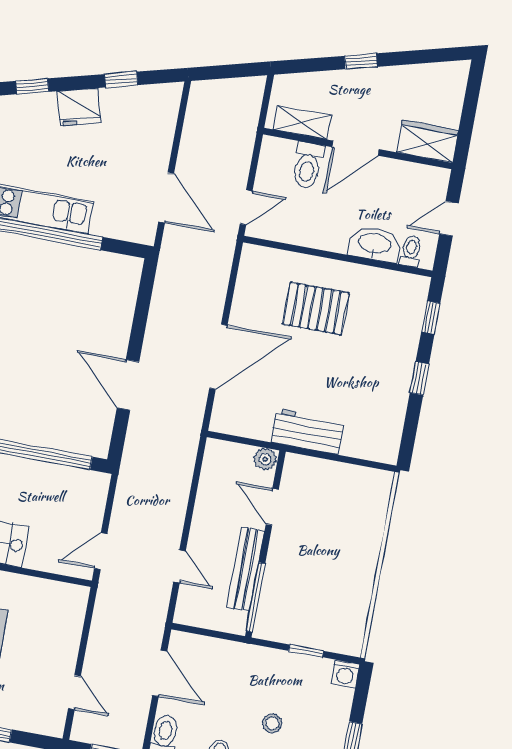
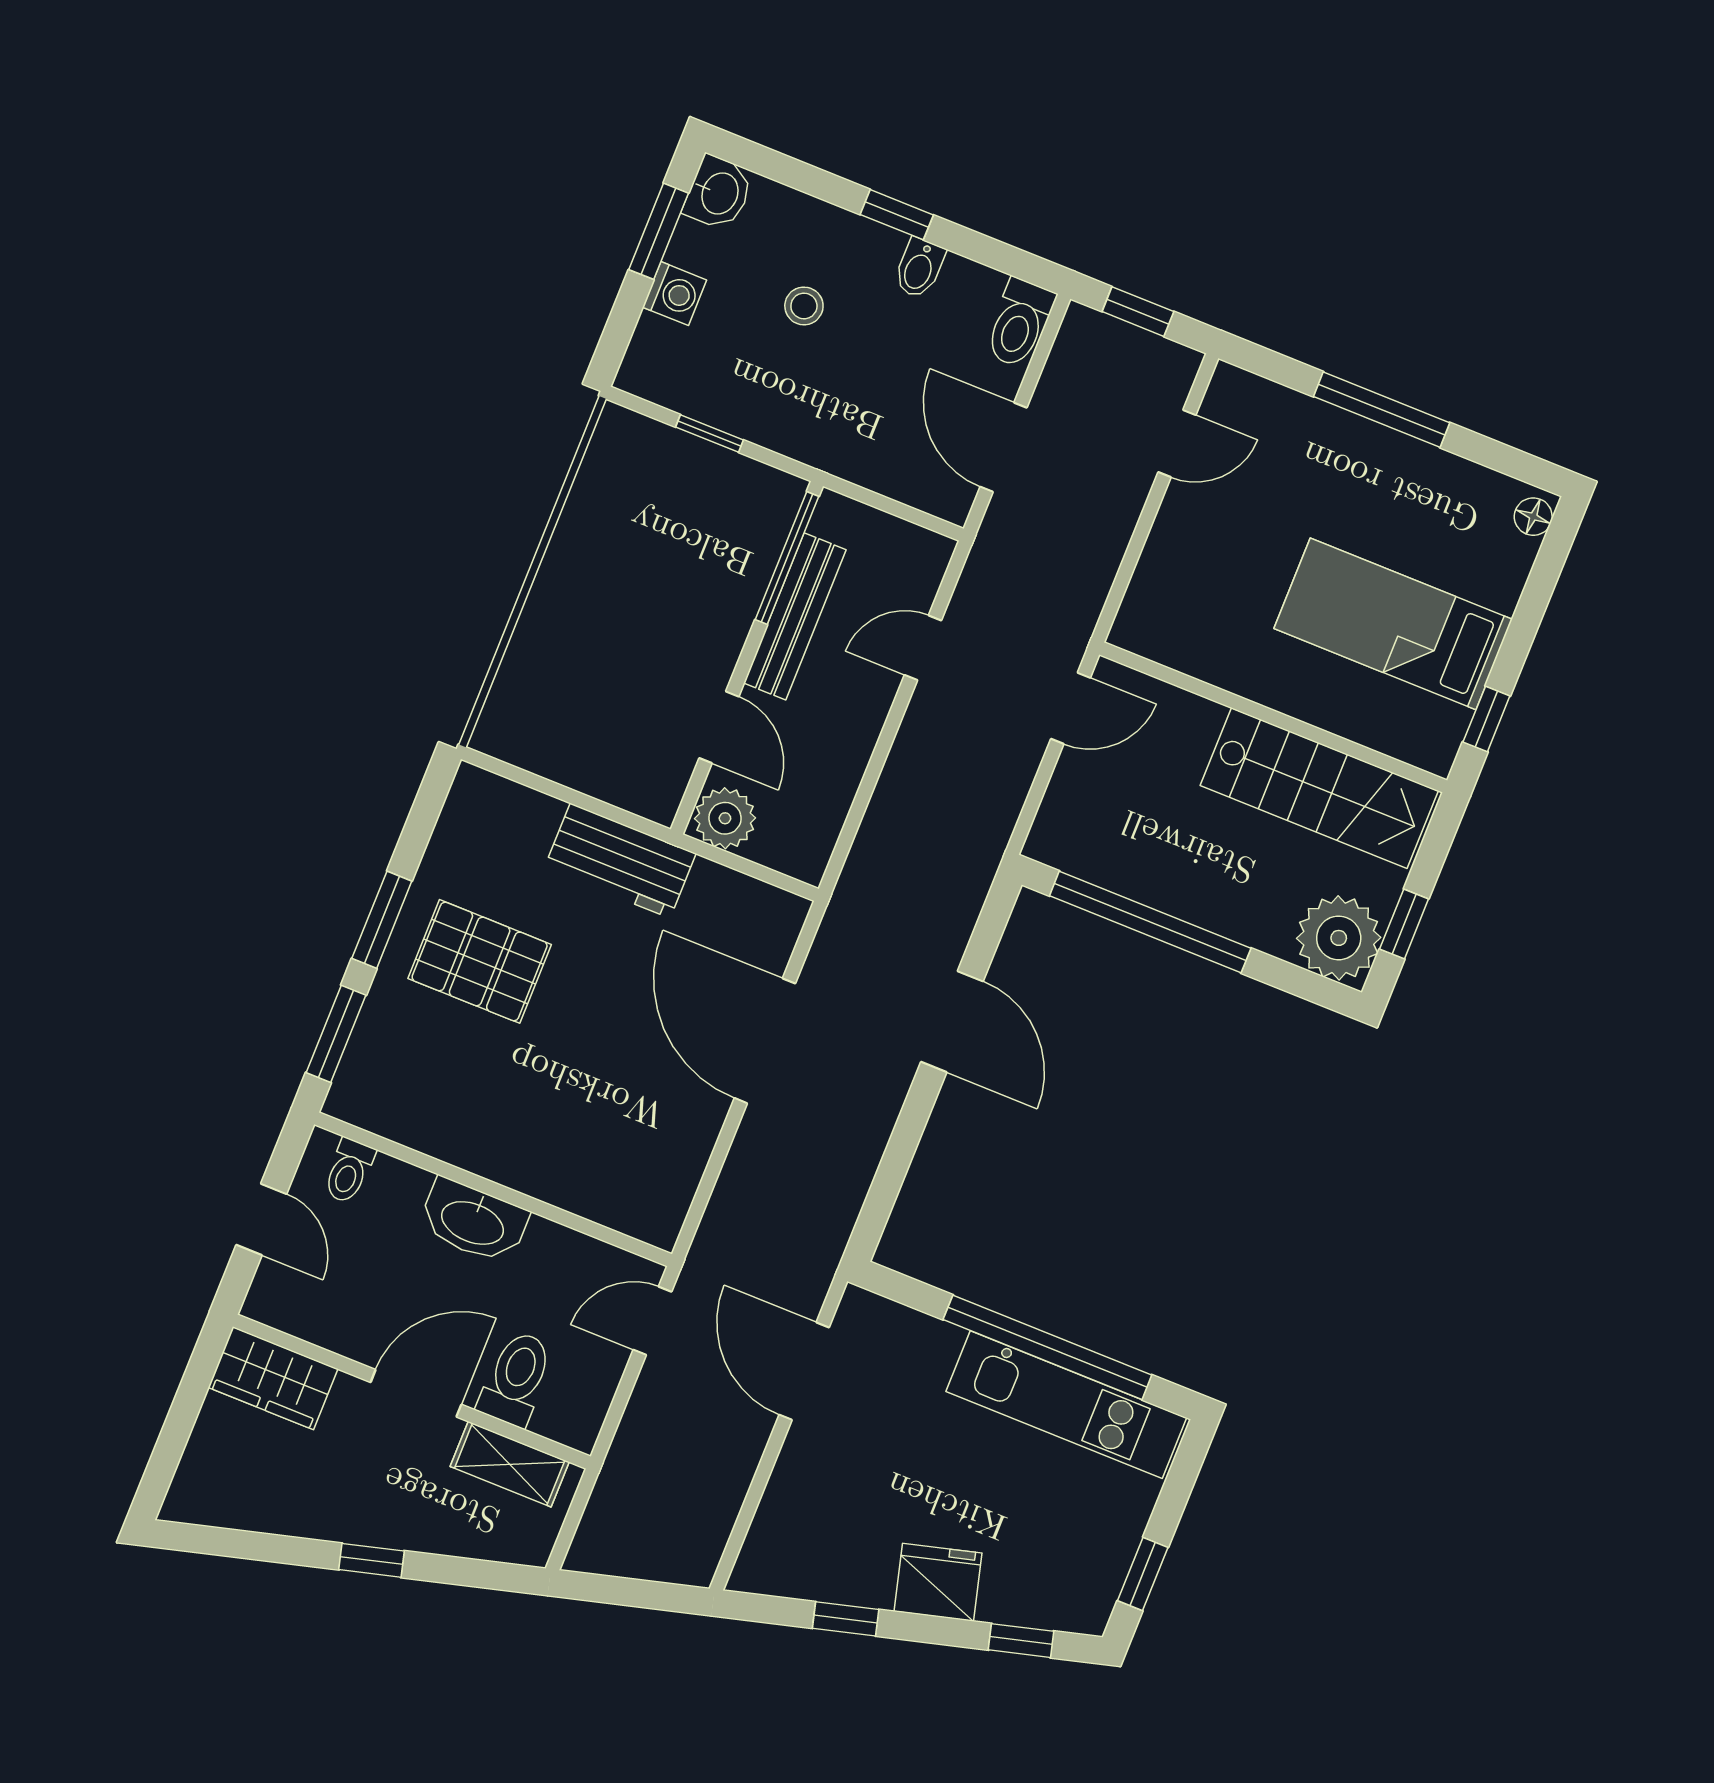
door: (449, 219) -> (261, 1219), hinge flipped
washbasin: (375, 244) -> (473, 1221), moved
pallet: (316, 309) -> (480, 961), moved
window: (431, 317) -> (336, 1034), width x1.50
door: (218, 357) -> (765, 1041), hinge flipped
window: (419, 378) -> (382, 920), width x1.50
plant: (265, 459) -> (725, 818), width x1.38, depth x1.38
door: (180, 566) -> (923, 648), hinge flipped
washing machine: (345, 674) -> (675, 294), moved, turned 90
door: (74, 692) -> (1177, 444), swing flipped

